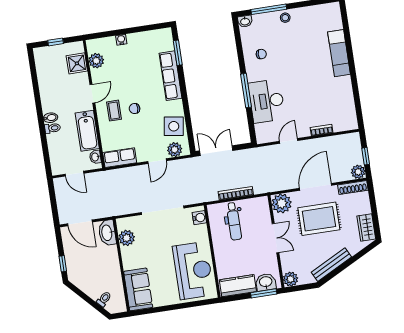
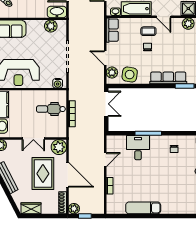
exam couch: (339, 53) -> (143, 208), moved
desk: (267, 101) -> (138, 148), width x0.73
door: (289, 141) -> (105, 160), hinge flipped

